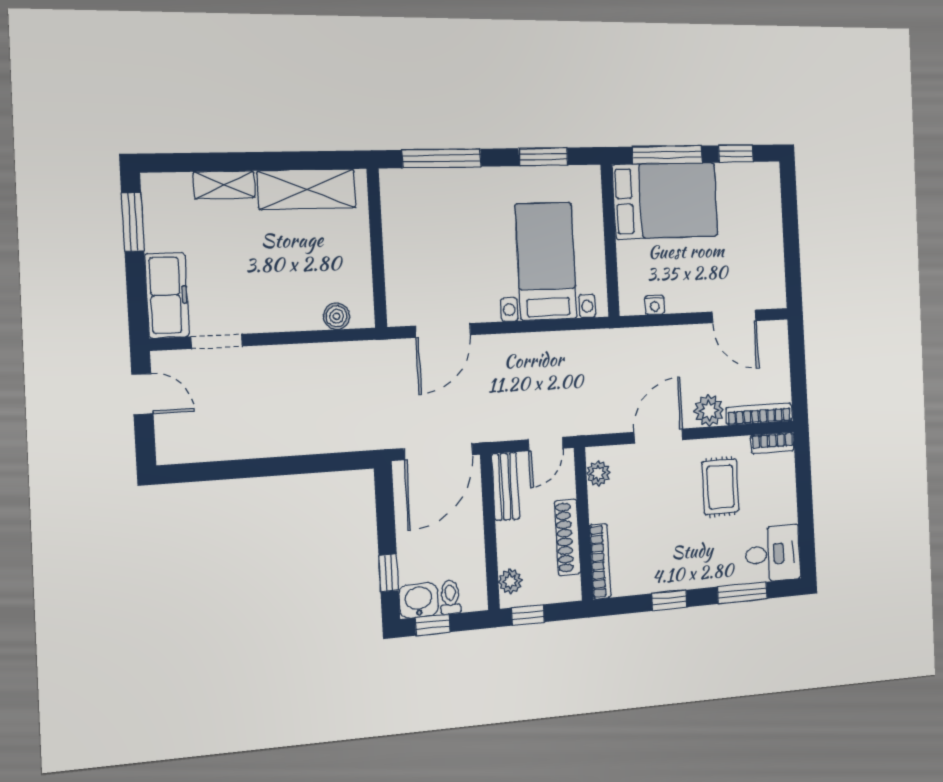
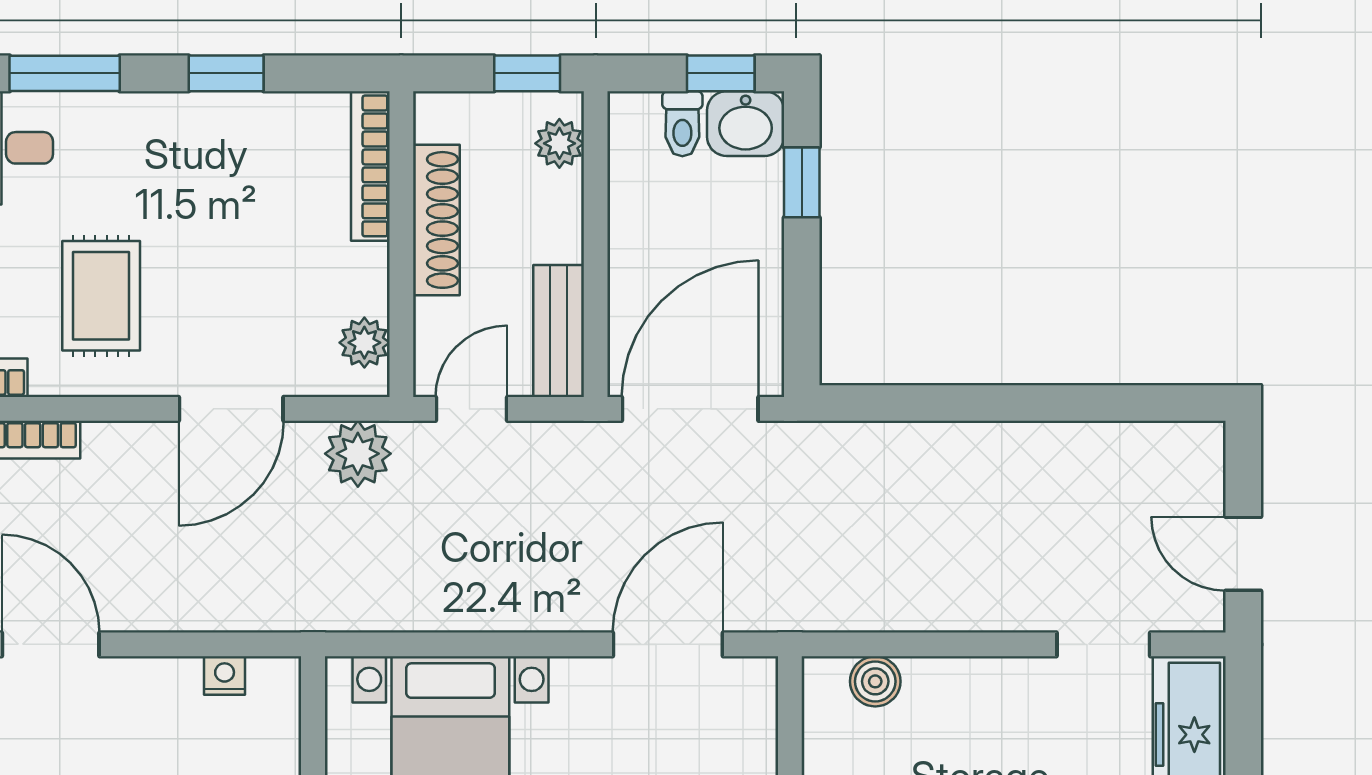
plant: (709, 411) -> (358, 454), moved

